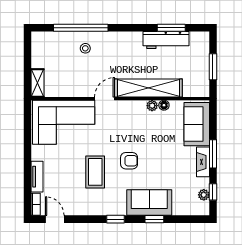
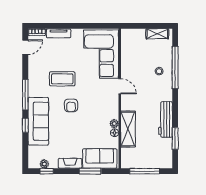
workbench: (166, 40) -> (166, 119), moved
window: (213, 67) -> (145, 171), width x1.44
shelving: (38, 83) -> (157, 34), moved
shelving: (148, 88) -> (128, 129), width x0.68
window: (213, 154) -> (90, 171), moved
sofa: (149, 203) -> (38, 121), width x1.36
window: (116, 219) -> (25, 95), width x2.17

